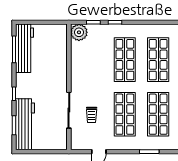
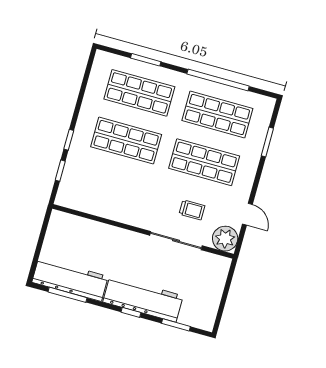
plant: (79, 32) -> (225, 239), moved
workbench: (25, 124) -> (143, 299), moved

